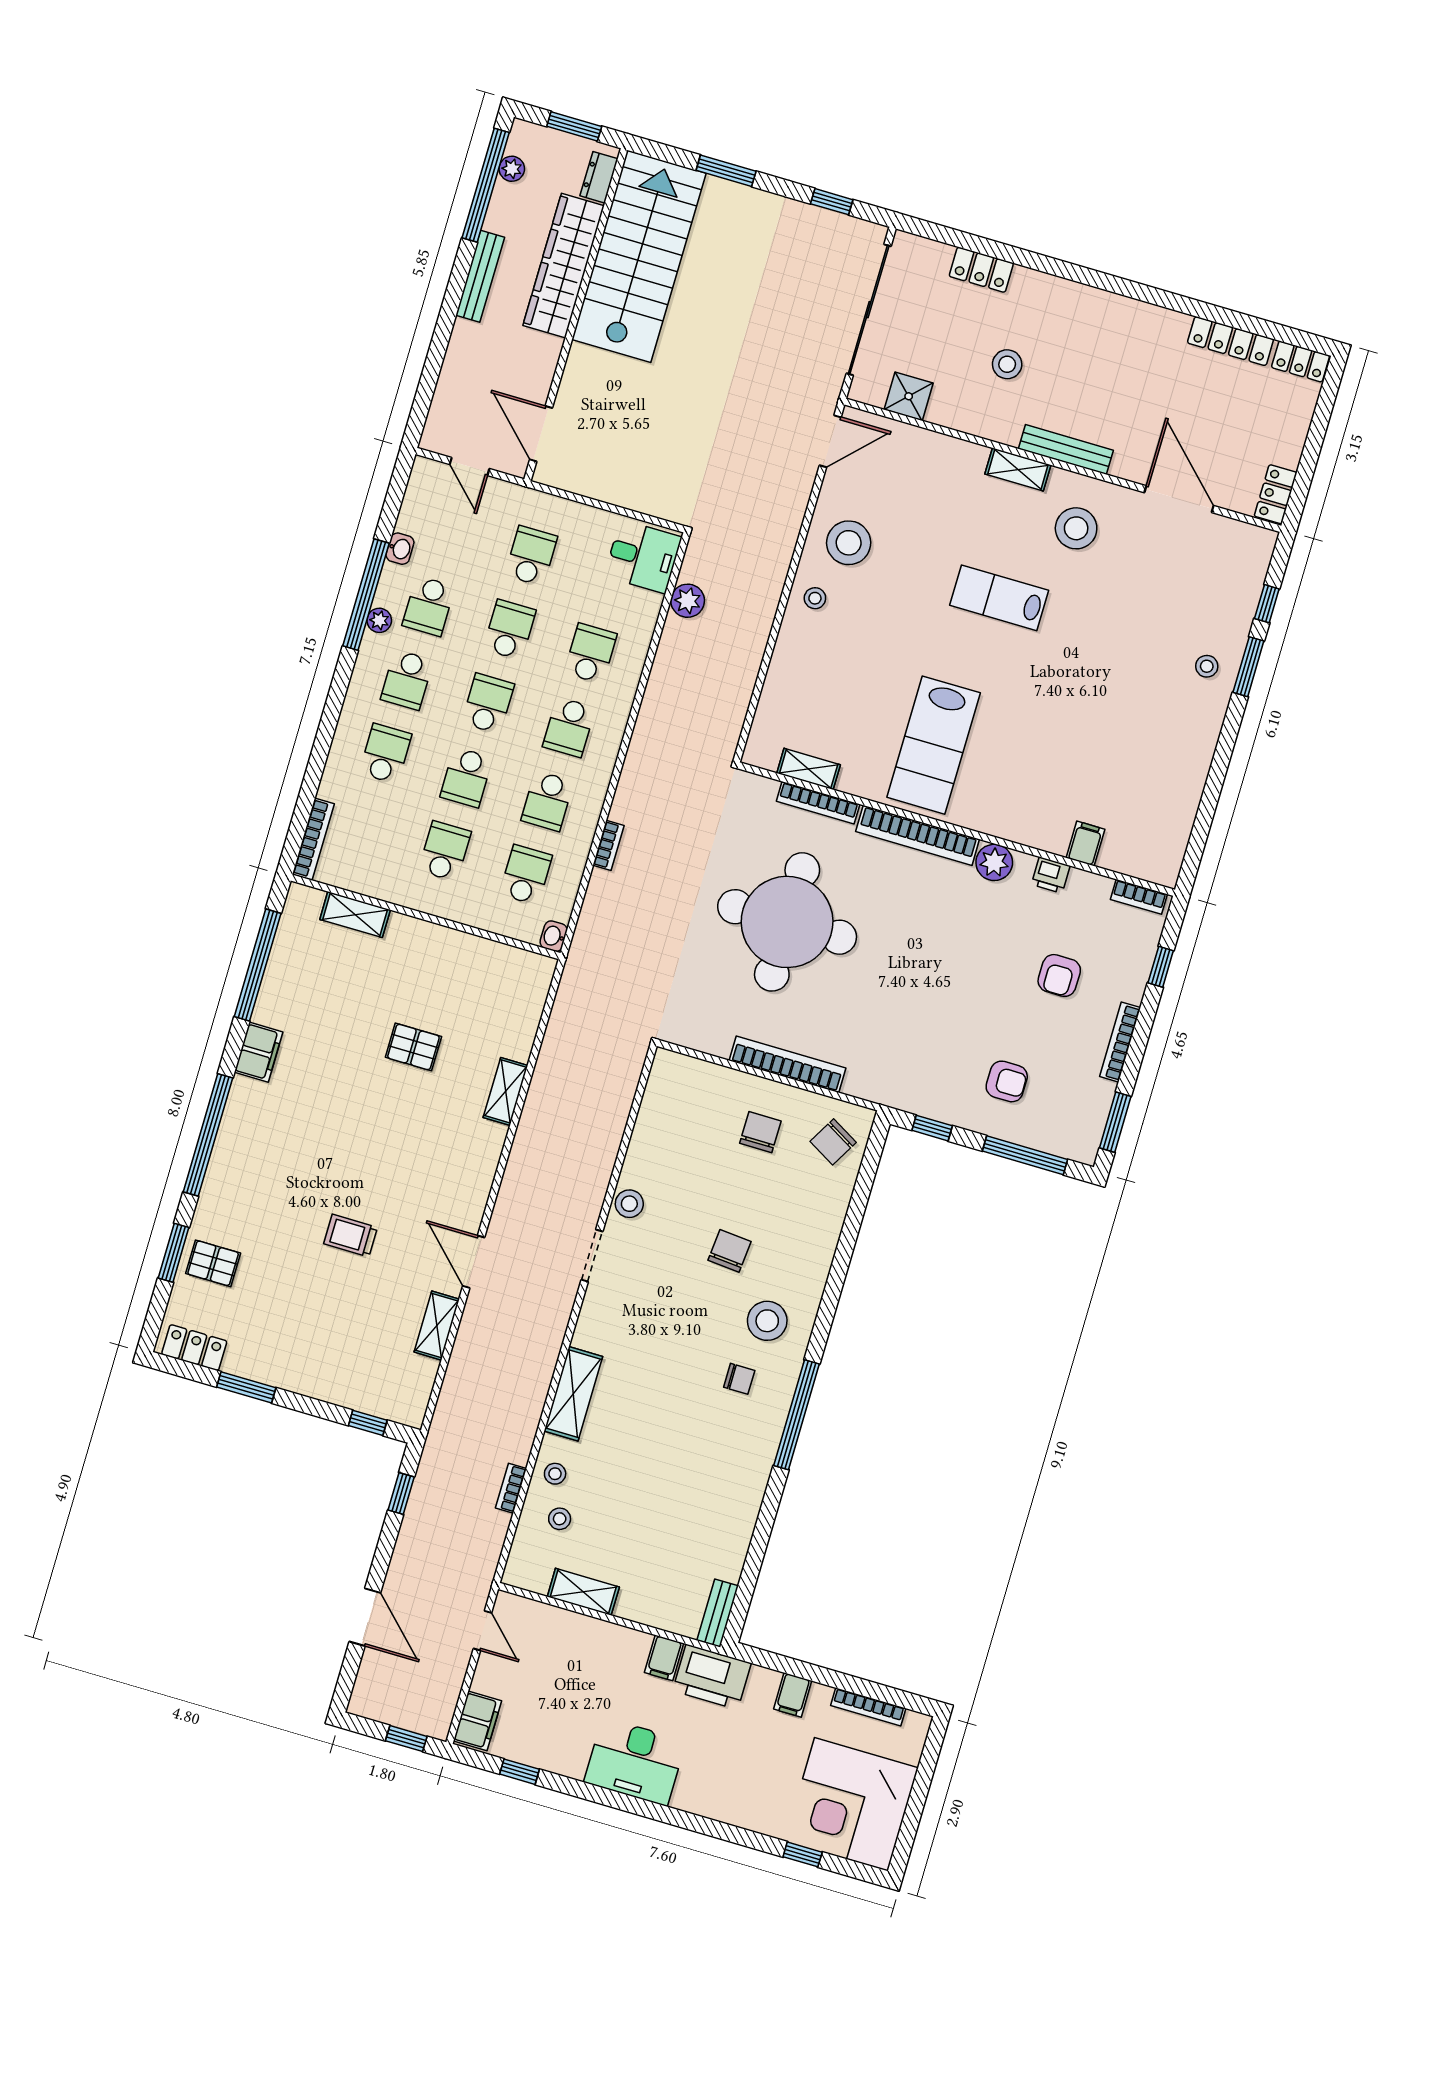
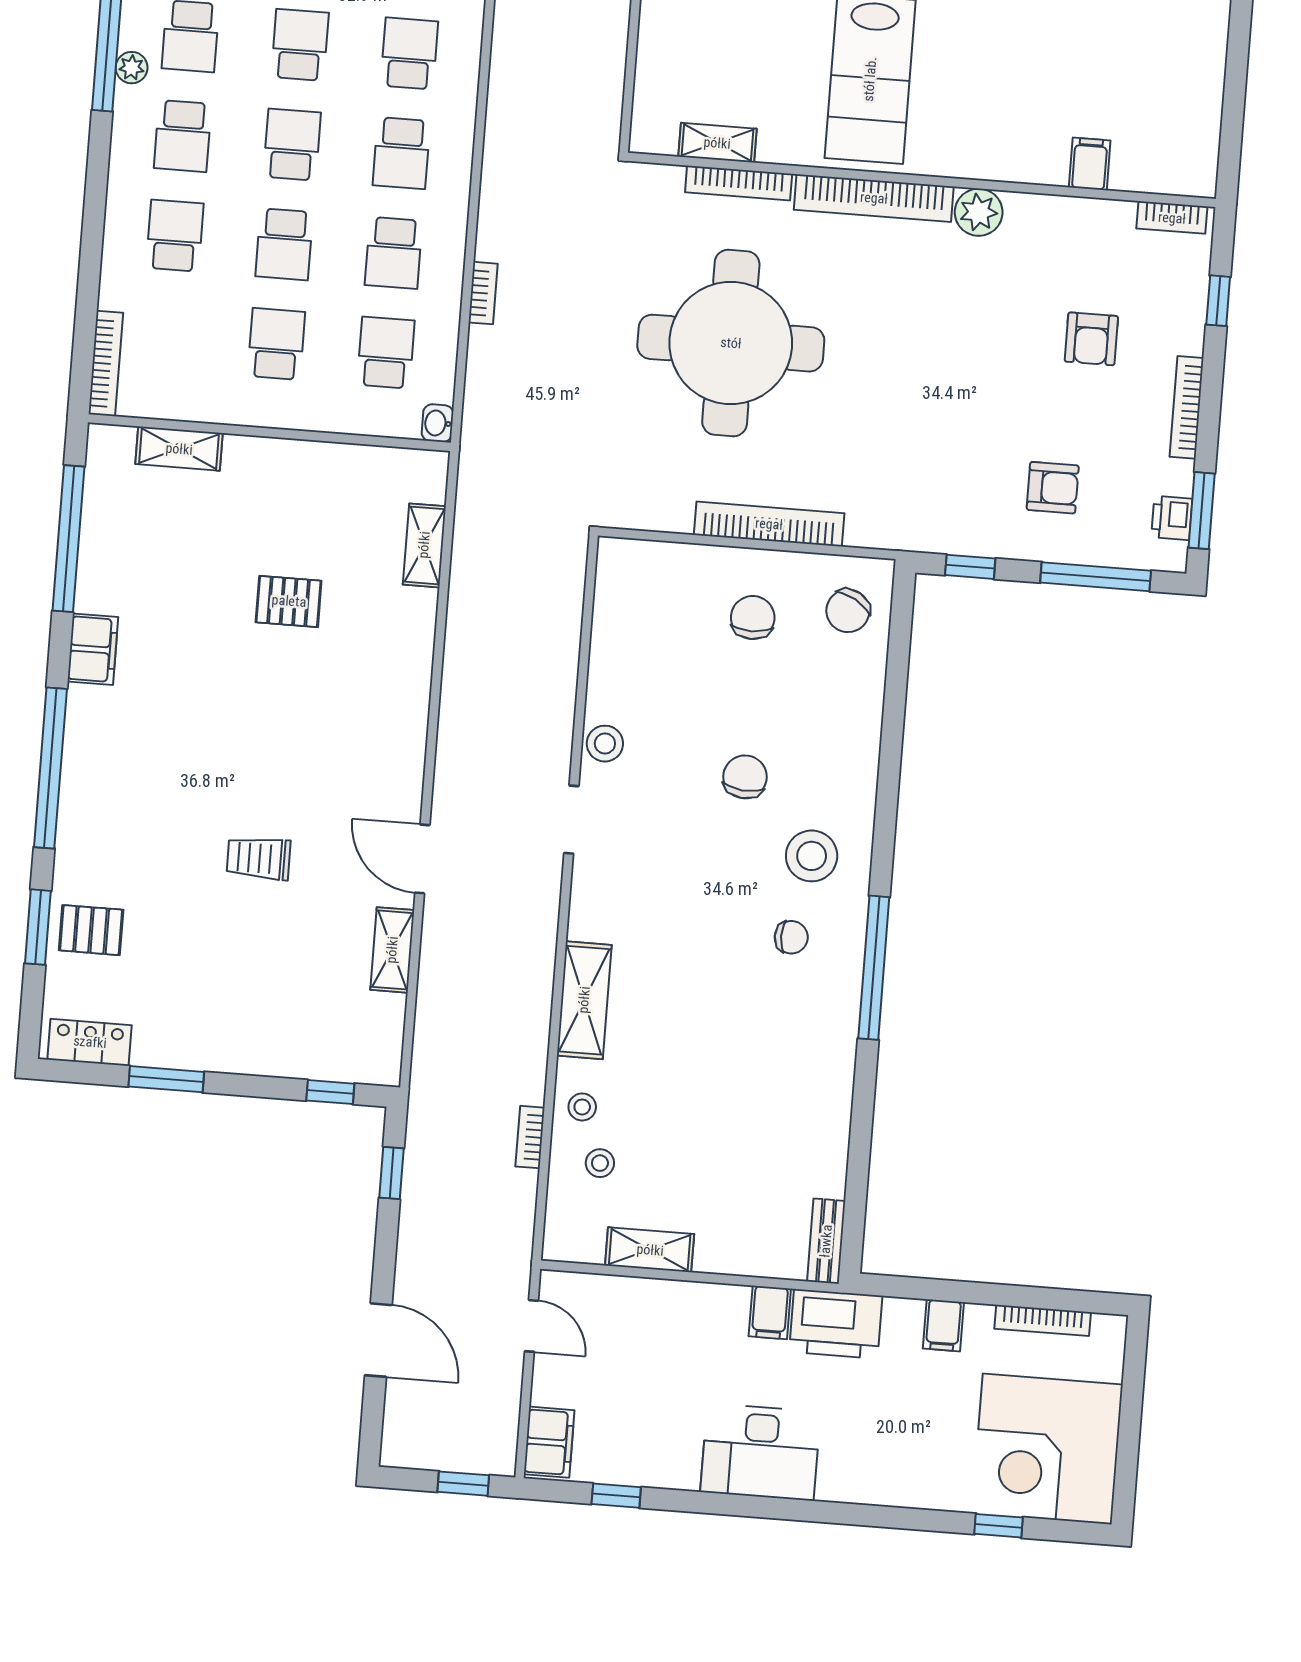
printer: (1051, 875) -> (1172, 518), moved, turned 90
shelving: (506, 1091) -> (424, 545), moved

